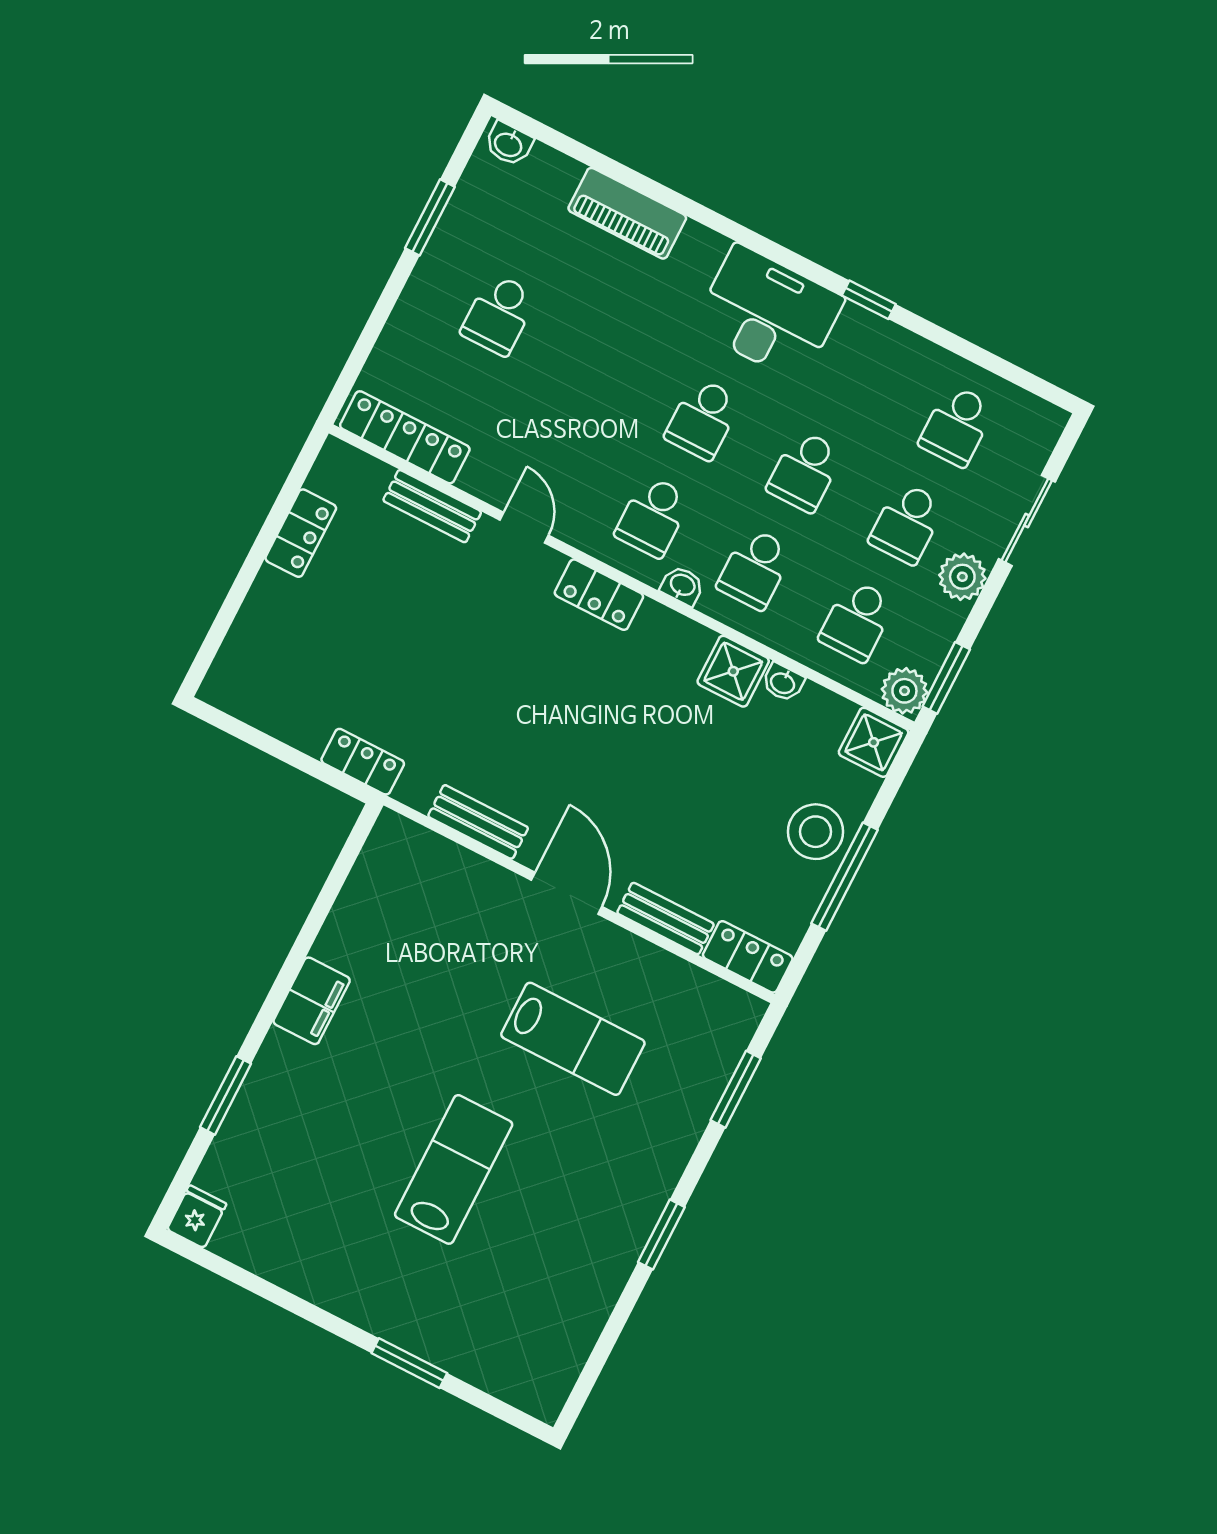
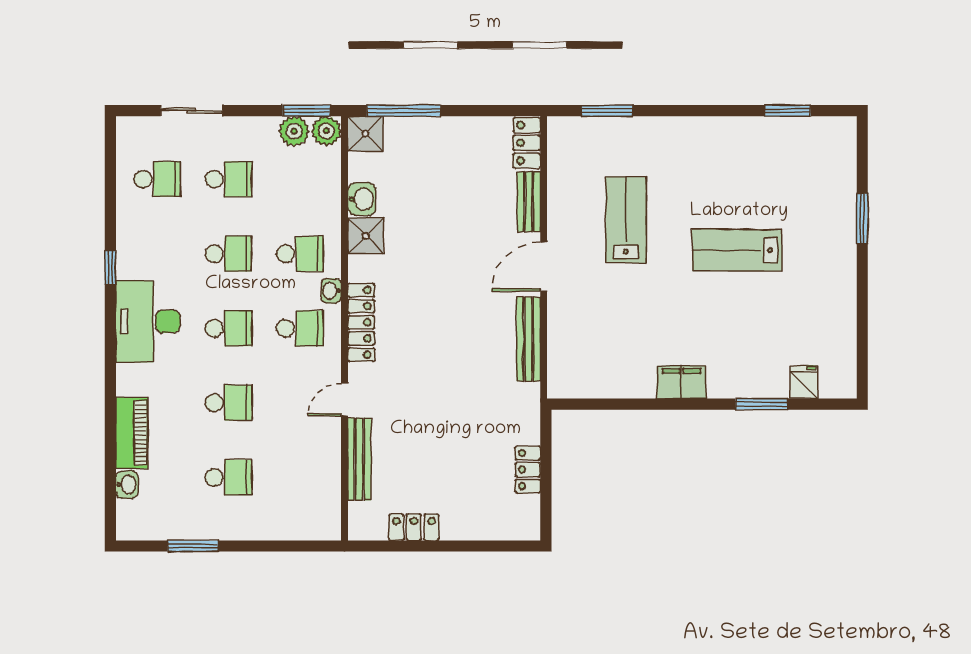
washbasin: (509, 144) -> (127, 485), moved
locker: (405, 437) -> (328, 495), removed
bench: (432, 506) -> (359, 459), width x1.36
plant: (962, 577) -> (294, 131), moved
locker: (599, 595) -> (361, 322), width x1.53
school desk: (857, 621) -> (229, 403), moved
washbasin: (783, 682) -> (362, 199), width x1.38, depth x1.45
locker: (363, 762) -> (528, 470), moved
bench: (478, 822) -> (529, 339), width x1.36
stool: (816, 832) -> (434, 141), removed
window: (845, 877) -> (404, 111), moved
fridge: (197, 1217) -> (804, 382), moved, turned 90
window: (661, 1235) -> (788, 111), moved

